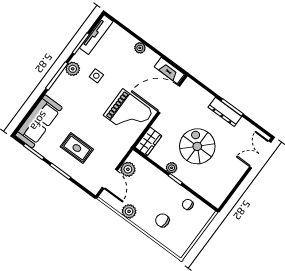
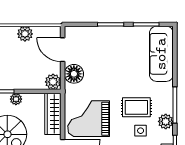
wardrobe: (148, 142) -> (53, 114), width x1.50
rug: (77, 148) -> (136, 107), moved
floor lamp: (115, 155) -> (74, 74), added
plant: (128, 169) -> (53, 82), moved

